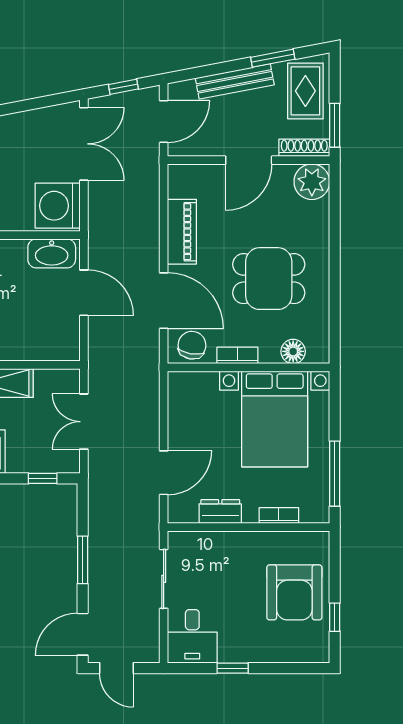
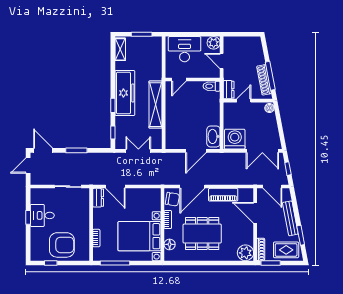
door: (249, 160) -> (255, 213), moved
dining table: (269, 279) -> (202, 234), width x1.38
dresser: (220, 511) -> (98, 198), moved
armchair: (294, 592) -> (62, 245), turned 180
desk: (192, 636) -> (42, 215), moved

